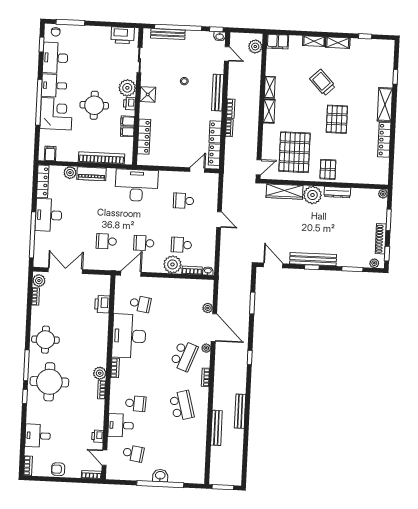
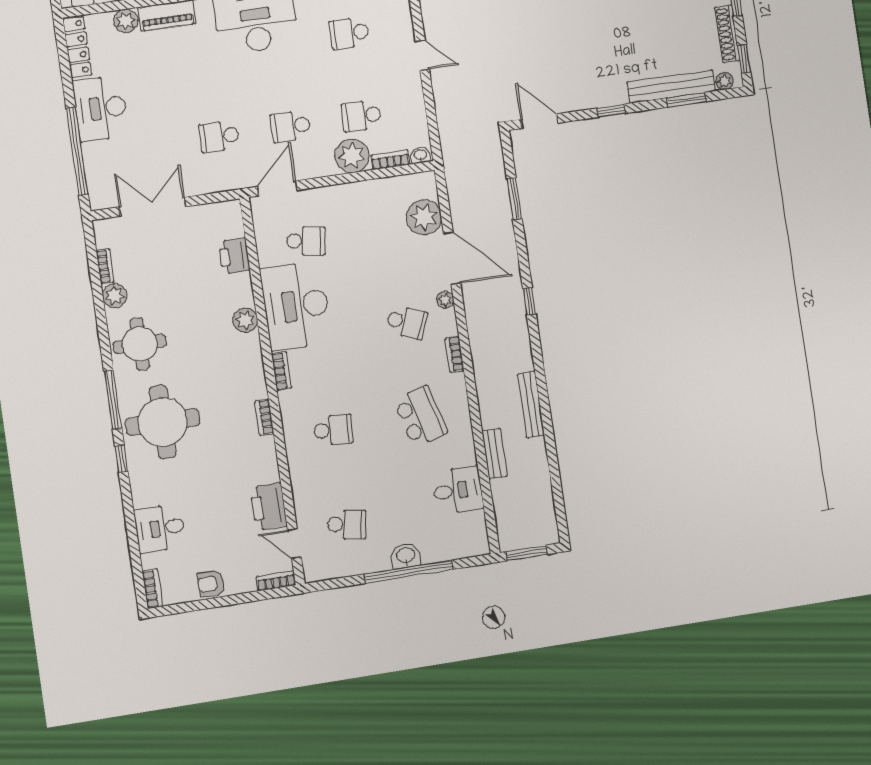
bench: (313, 259) -> (671, 87), moved
plant: (39, 281) -> (115, 296), moved
plant: (208, 308) -> (424, 217), width x1.88, depth x1.88
school desk: (184, 356) -> (407, 322), width x0.54
plant: (100, 373) -> (245, 320), moved
desk: (121, 425) -> (458, 490), moved, turned 180
bench: (216, 428) -> (494, 454), width x0.73
printer: (98, 436) -> (269, 507), width x1.87, depth x1.48

